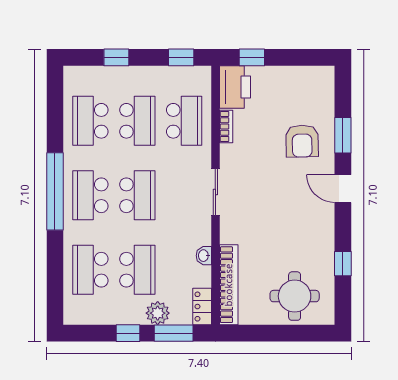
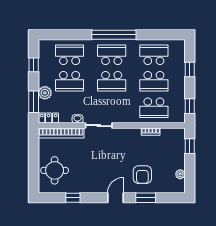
plant: (301, 74) -> (180, 174), added
printer: (235, 87) -> (173, 137), removed
armchair: (302, 141) -> (142, 175), turned -89
sliding door: (215, 192) -> (99, 126), moved
window: (128, 333) -> (34, 65), moved

